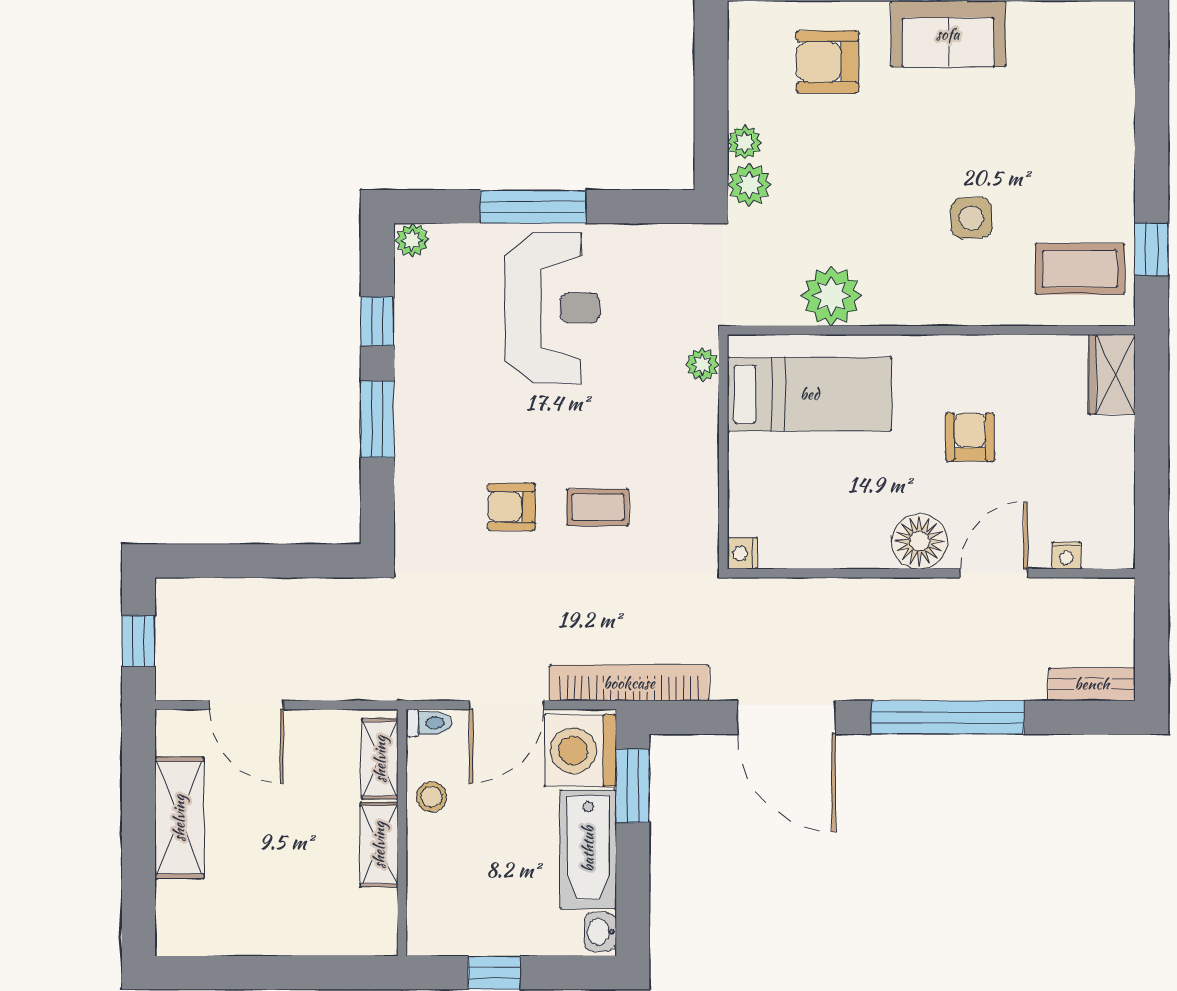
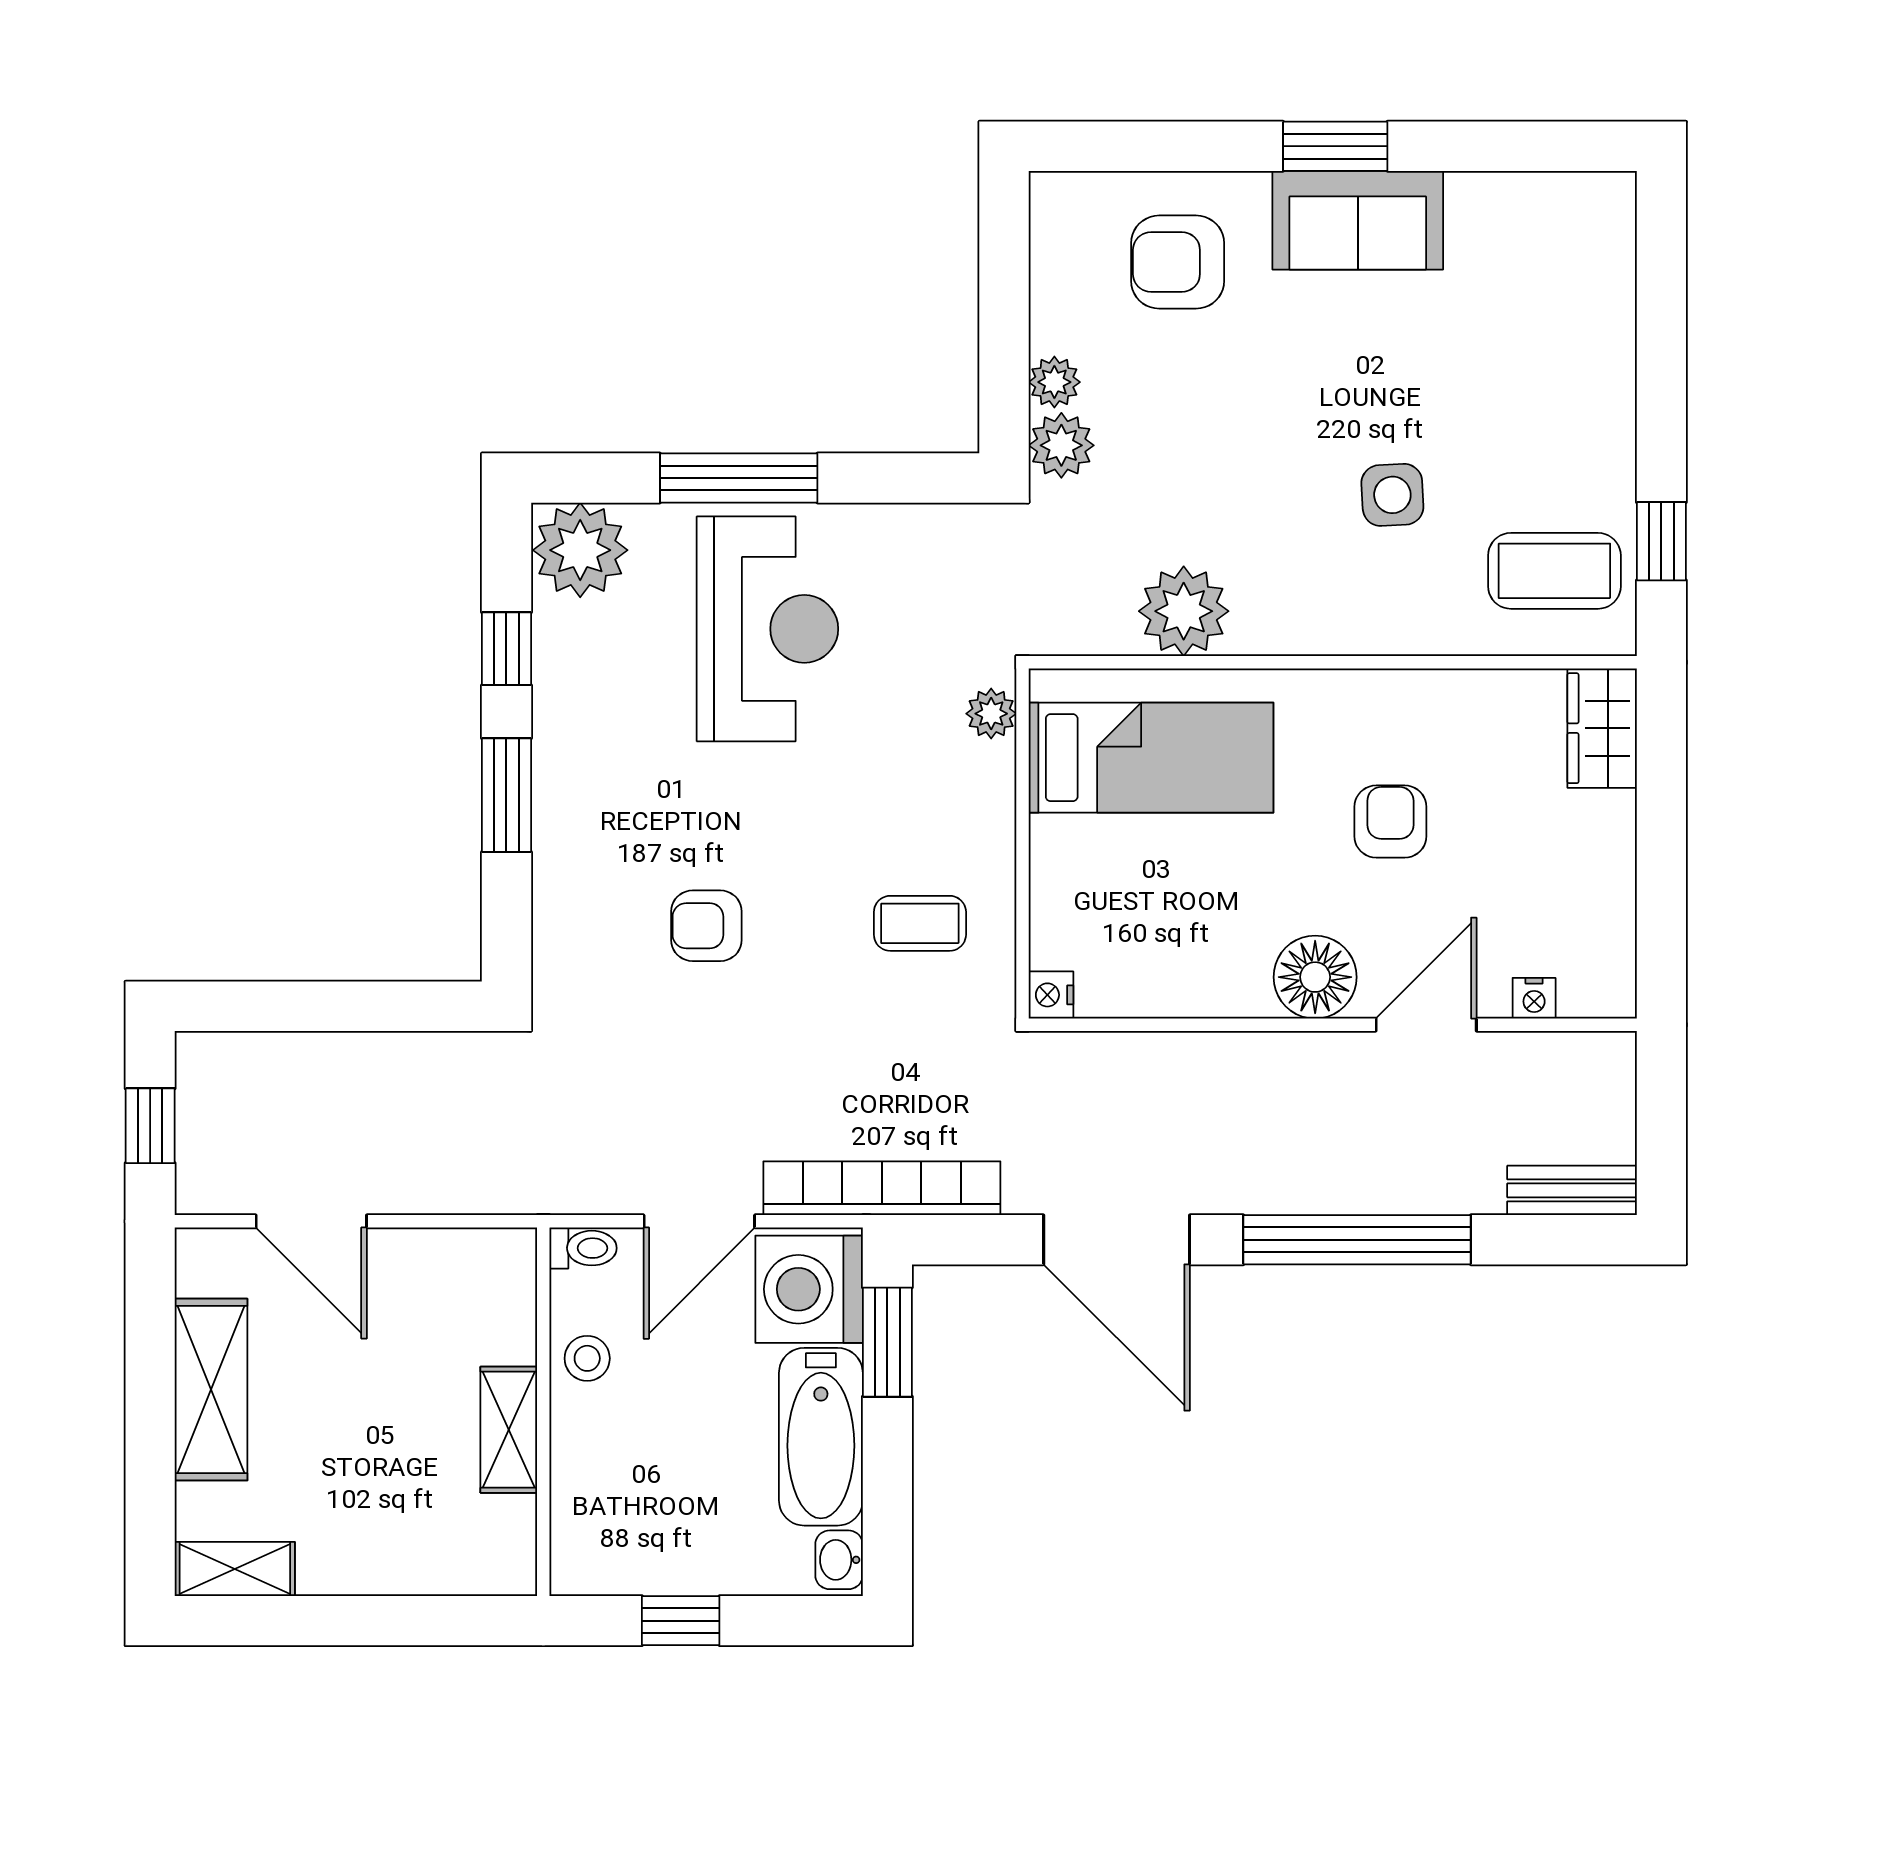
plant: (412, 240) -> (580, 550), width x1.88, depth x1.88
coffee table: (598, 507) -> (920, 923), moved
shelving: (380, 759) -> (235, 1569), moved, turned 90

